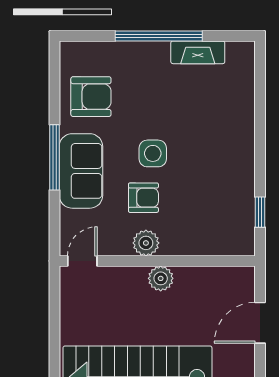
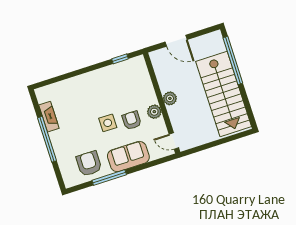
window: (54, 157) -> (109, 178), moved

